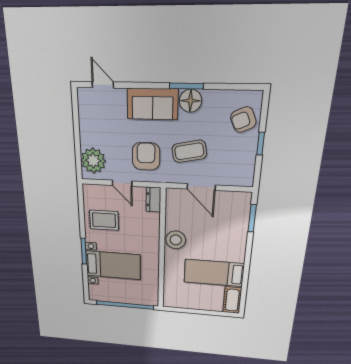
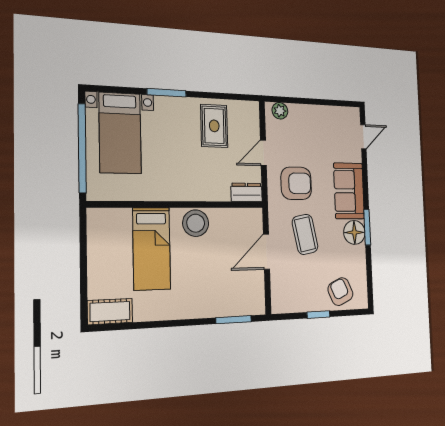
plant: (93, 161) -> (280, 111), width x0.53, depth x0.53
bed with nightstands: (113, 265) -> (120, 133), moved
bed: (214, 273) -> (152, 249), moved, turned 180

